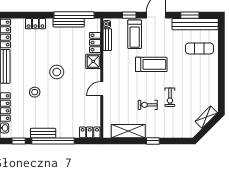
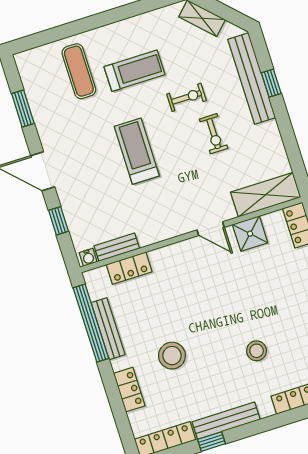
bench: (195, 24) -> (252, 79), moved
treadmill: (135, 34) -> (134, 71), moved
shower: (93, 61) -> (250, 234), moved
stool: (57, 72) -> (172, 356), moved
shelving: (128, 131) -> (266, 195), moved, turned 90
window: (153, 141) -> (271, 83), moved

